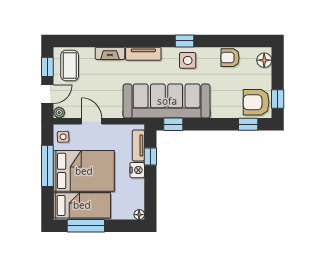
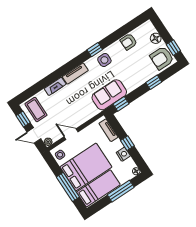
floor lamp: (264, 60) -> (156, 38), moved
door: (47, 94) -> (34, 135), swing flipped
sofa: (167, 101) -> (109, 95), width x0.54, depth x0.79
window: (248, 124) -> (154, 82), moved
window: (150, 156) -> (127, 143), moved
window: (47, 166) -> (68, 187), moved
nightstand: (137, 170) -> (123, 154), moved
window: (86, 226) -> (121, 191), moved

